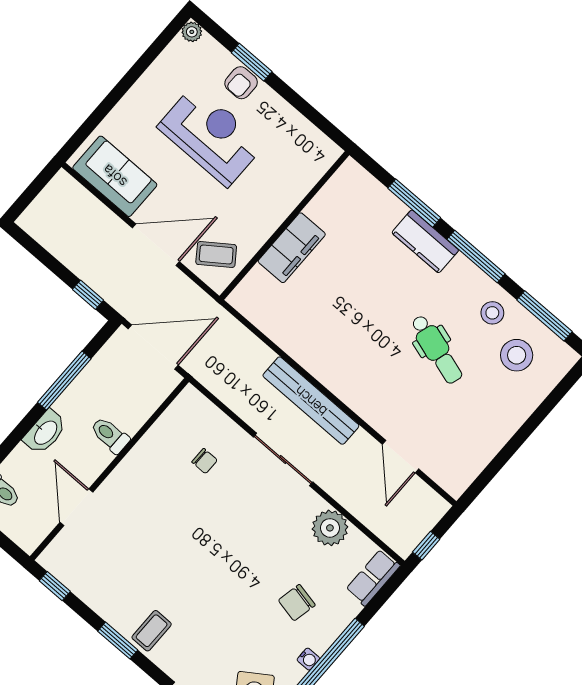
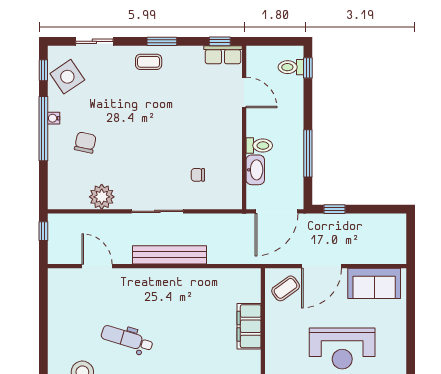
washbasin: (45, 432) -> (255, 170), moved, turned 180
row of seats: (373, 578) -> (223, 55), moved, turned 90
coffee table: (152, 631) -> (149, 62), turned 90

